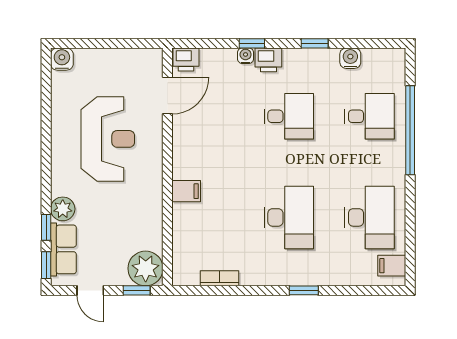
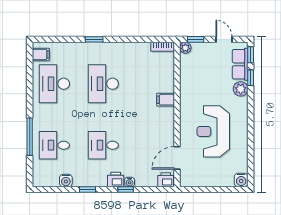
window: (410, 130) -> (30, 137), width x0.68
plant: (146, 268) -> (185, 48), width x0.53, depth x0.53
bookcase: (220, 278) -> (163, 47), moved

